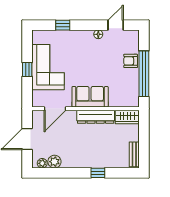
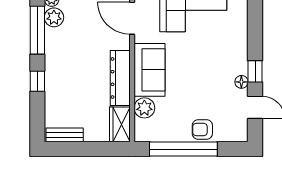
window: (63, 25) -> (255, 71), moved
armchair: (131, 61) -> (202, 129), turned -90
plant: (116, 100) -> (144, 108), added
window: (63, 173) -> (37, 30), added

